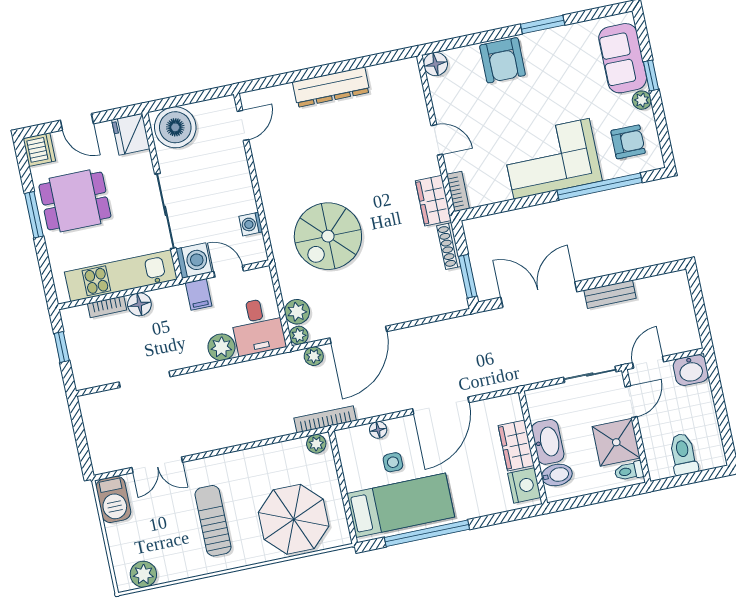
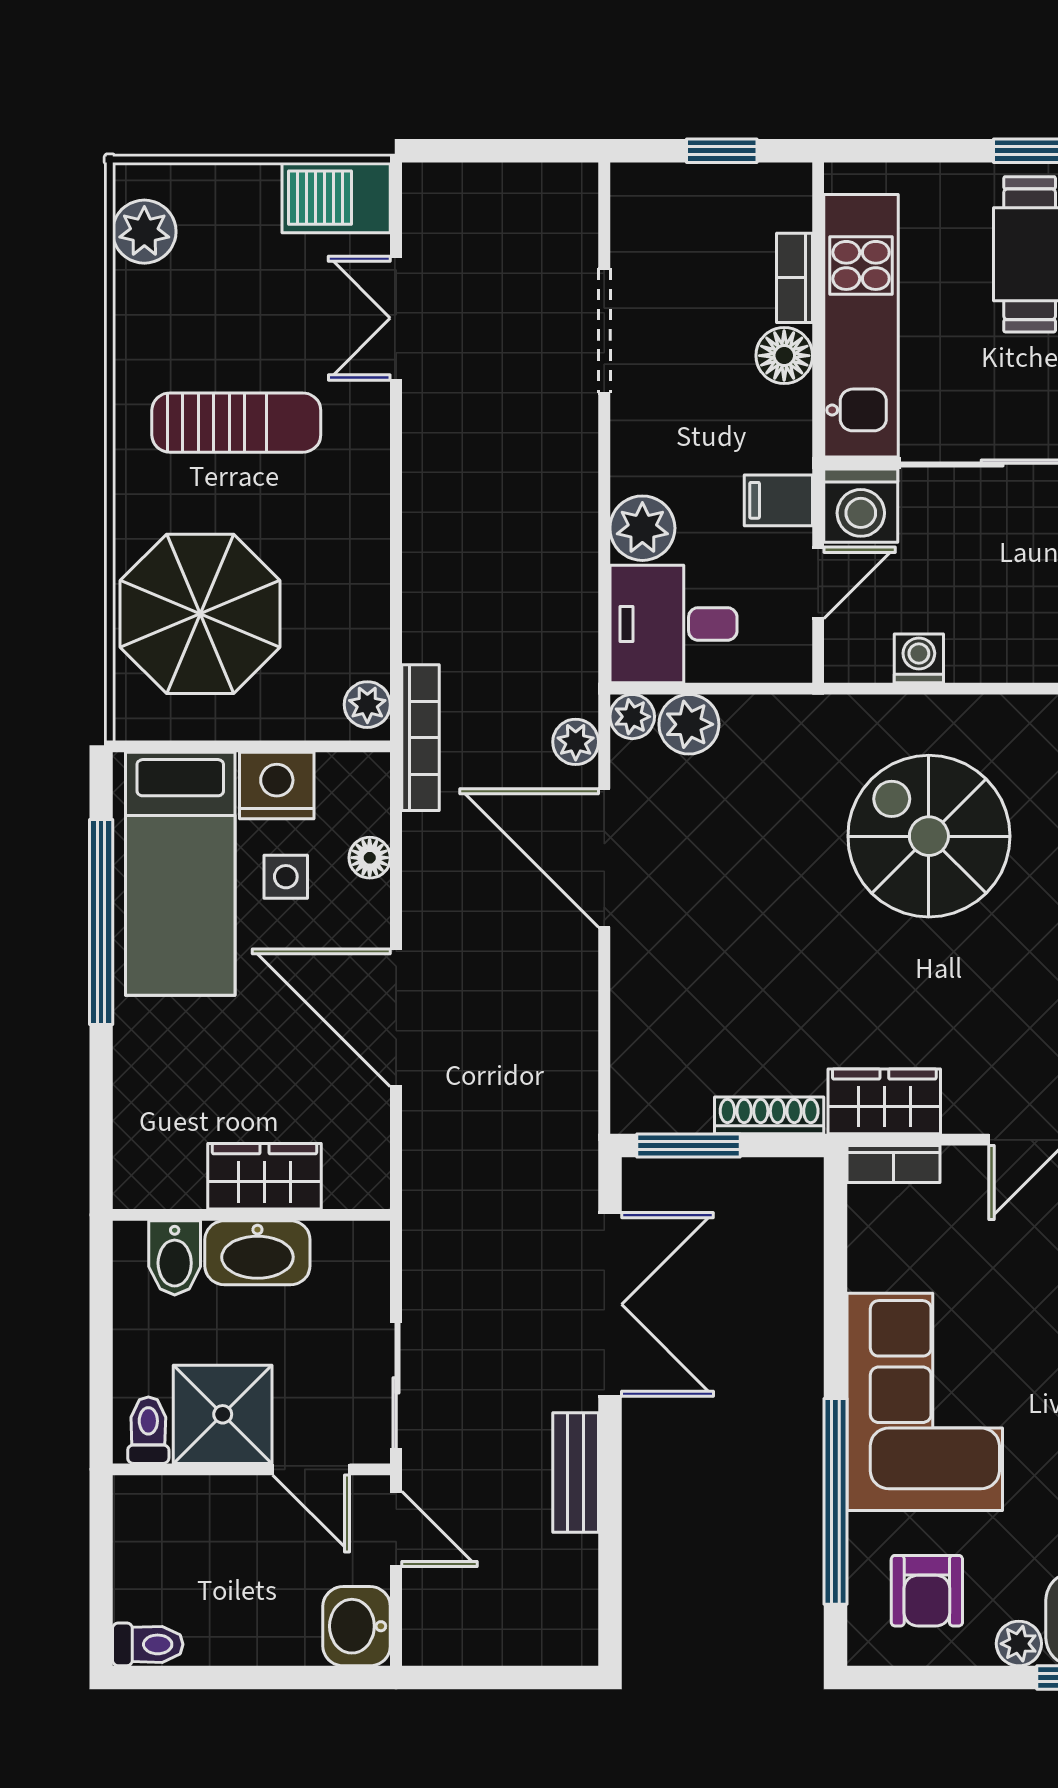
spiral stairs: (328, 236) -> (929, 836), moved
toilet: (683, 454) -> (148, 1644), moved, width x0.73, depth x0.72
nightstand: (524, 485) -> (277, 786), moved, turned 180

